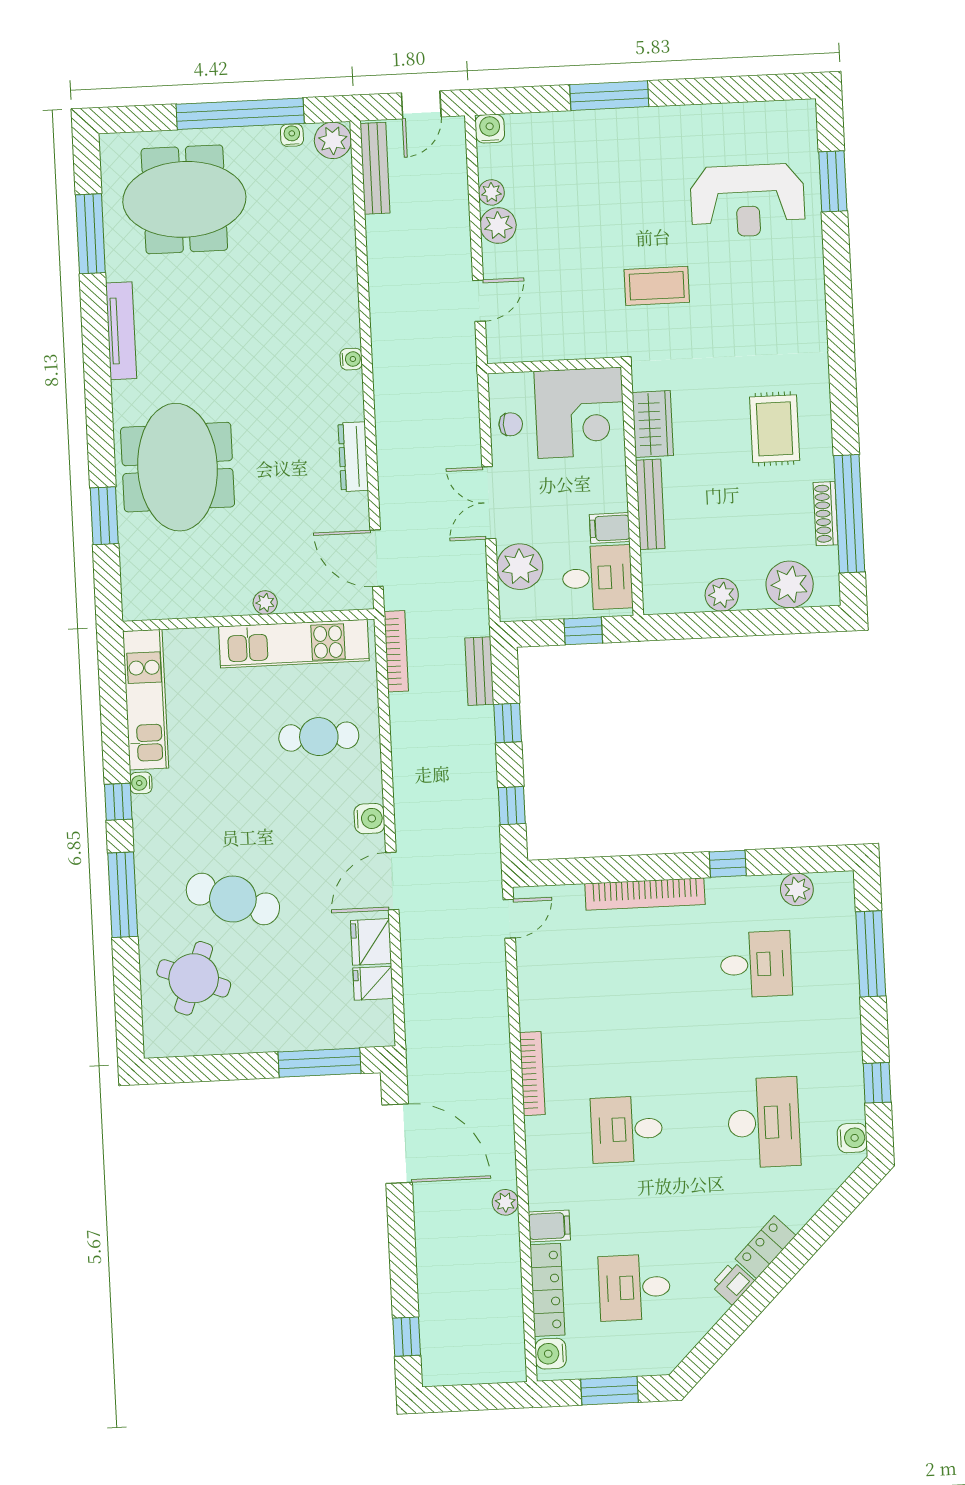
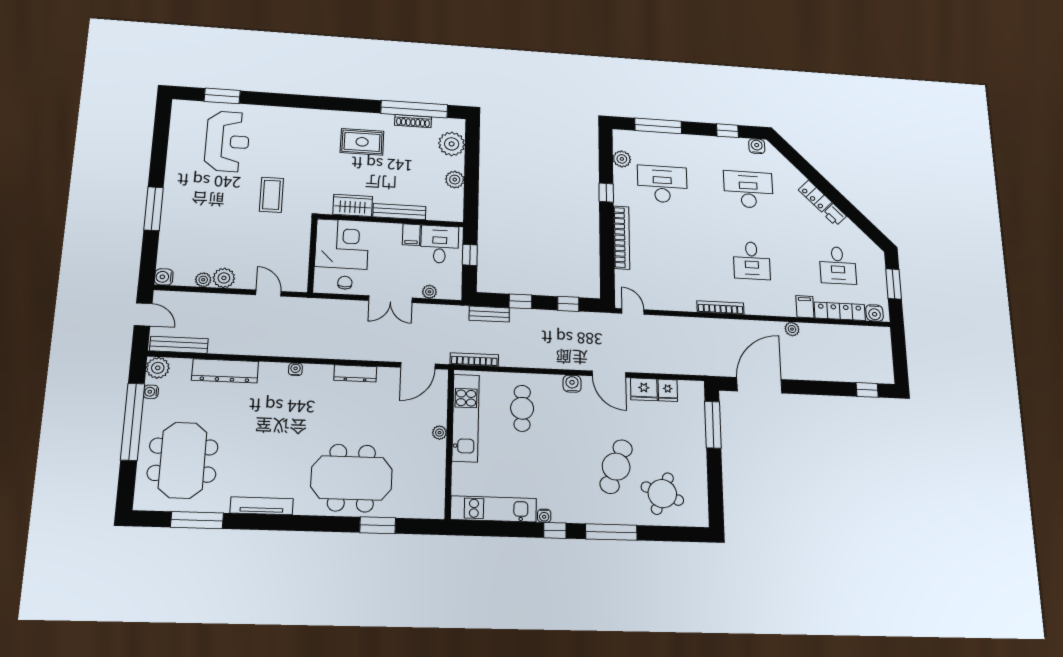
dresser: (338, 247) -> (225, 371), added
plant: (520, 567) -> (429, 292), width x0.53, depth x0.53
desk: (756, 964) -> (662, 184), width x1.37

